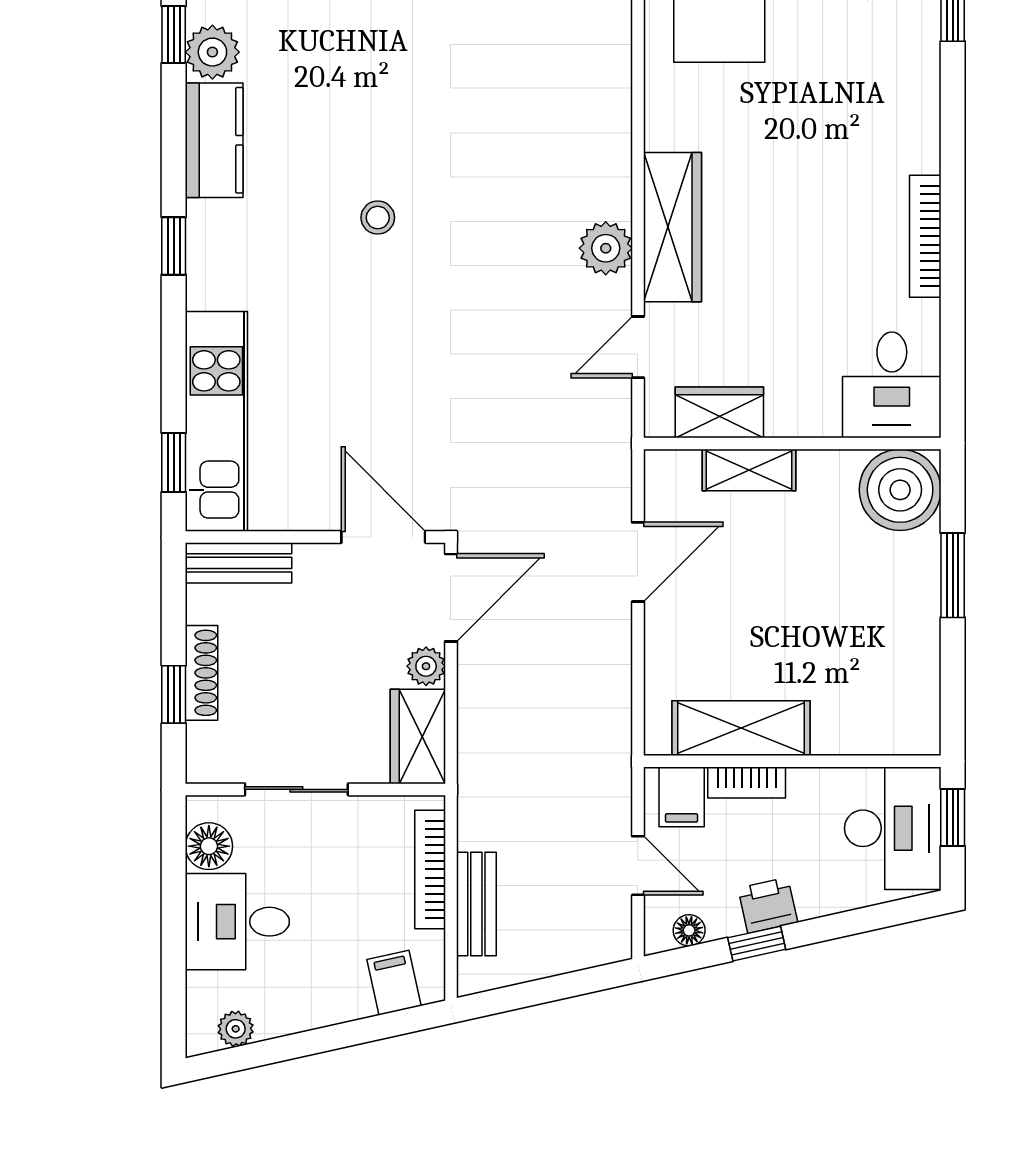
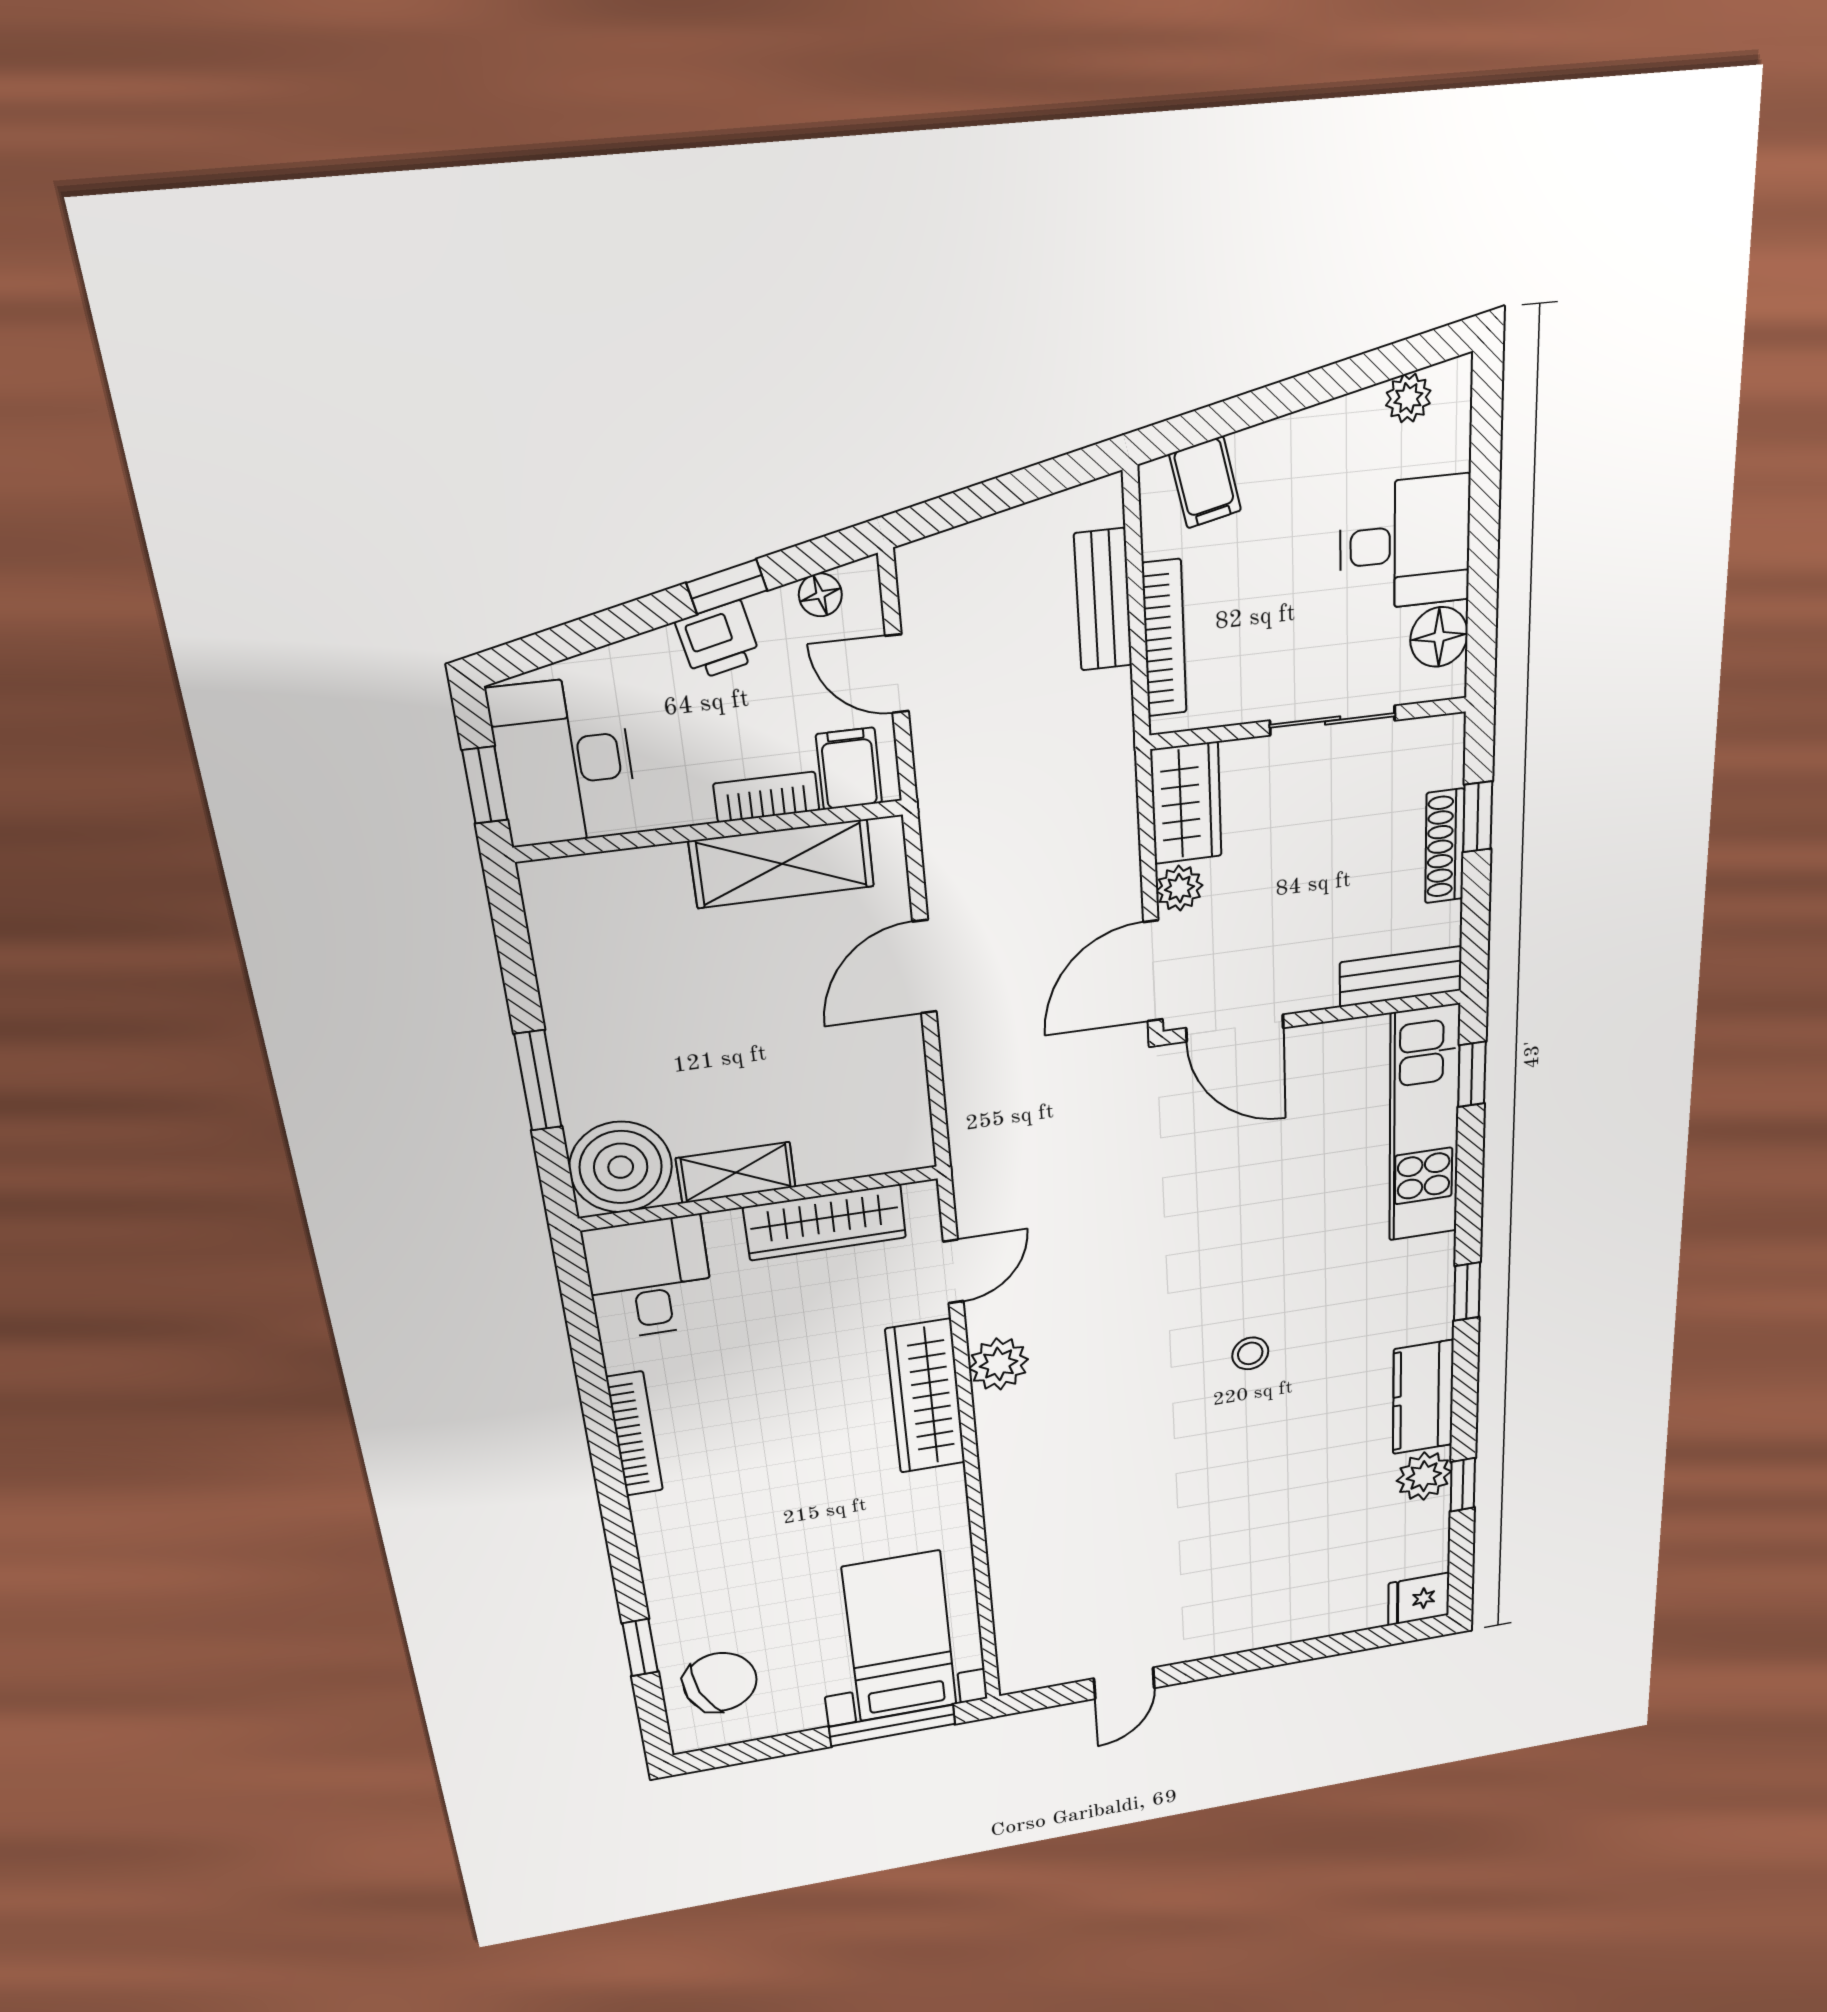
wardrobe: (719, 412) -> (825, 1222), width x1.50
shelving: (749, 470) -> (736, 1173), moved
door: (638, 562) -> (925, 967), moved

